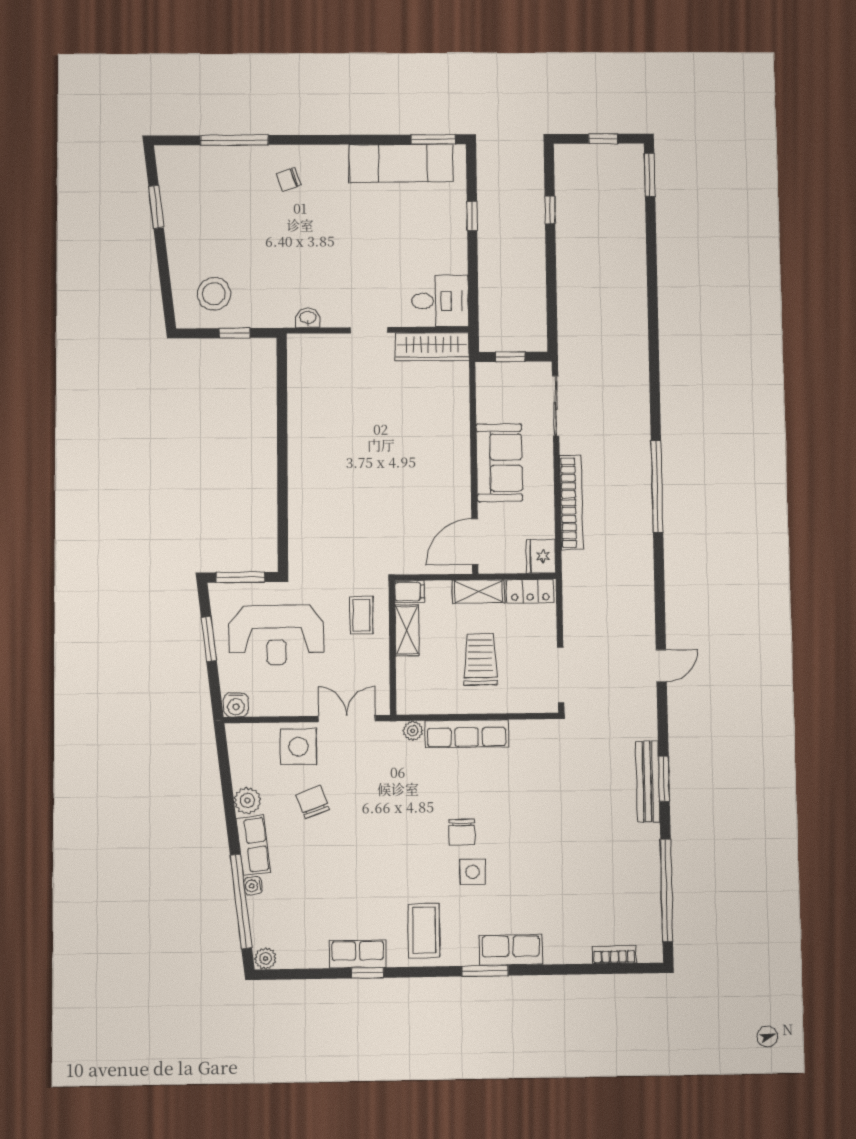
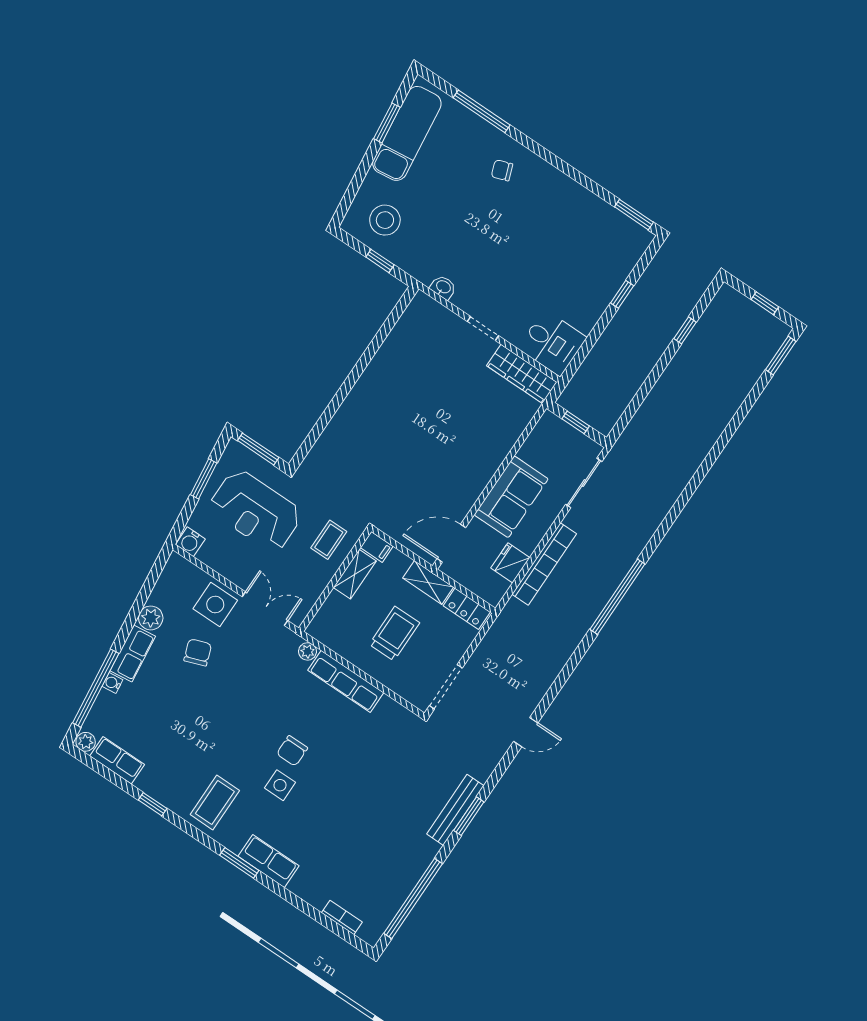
exam couch: (401, 163) -> (407, 133), moved, turned -97
fridge: (541, 556) -> (510, 563), moved
row of seats: (358, 954) -> (117, 760), moved

